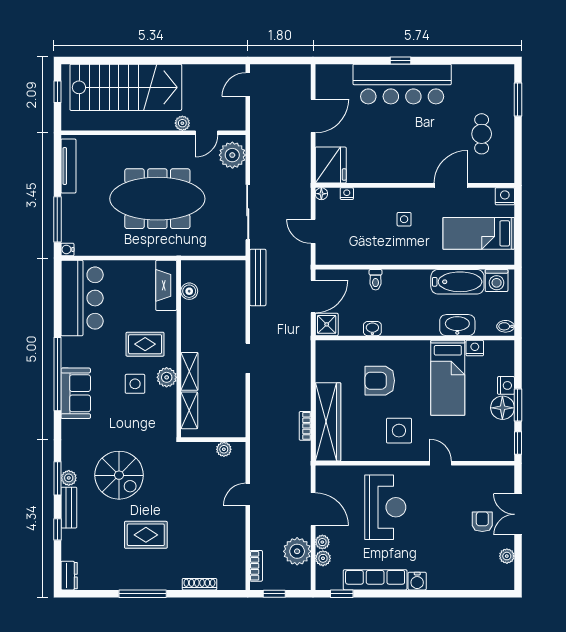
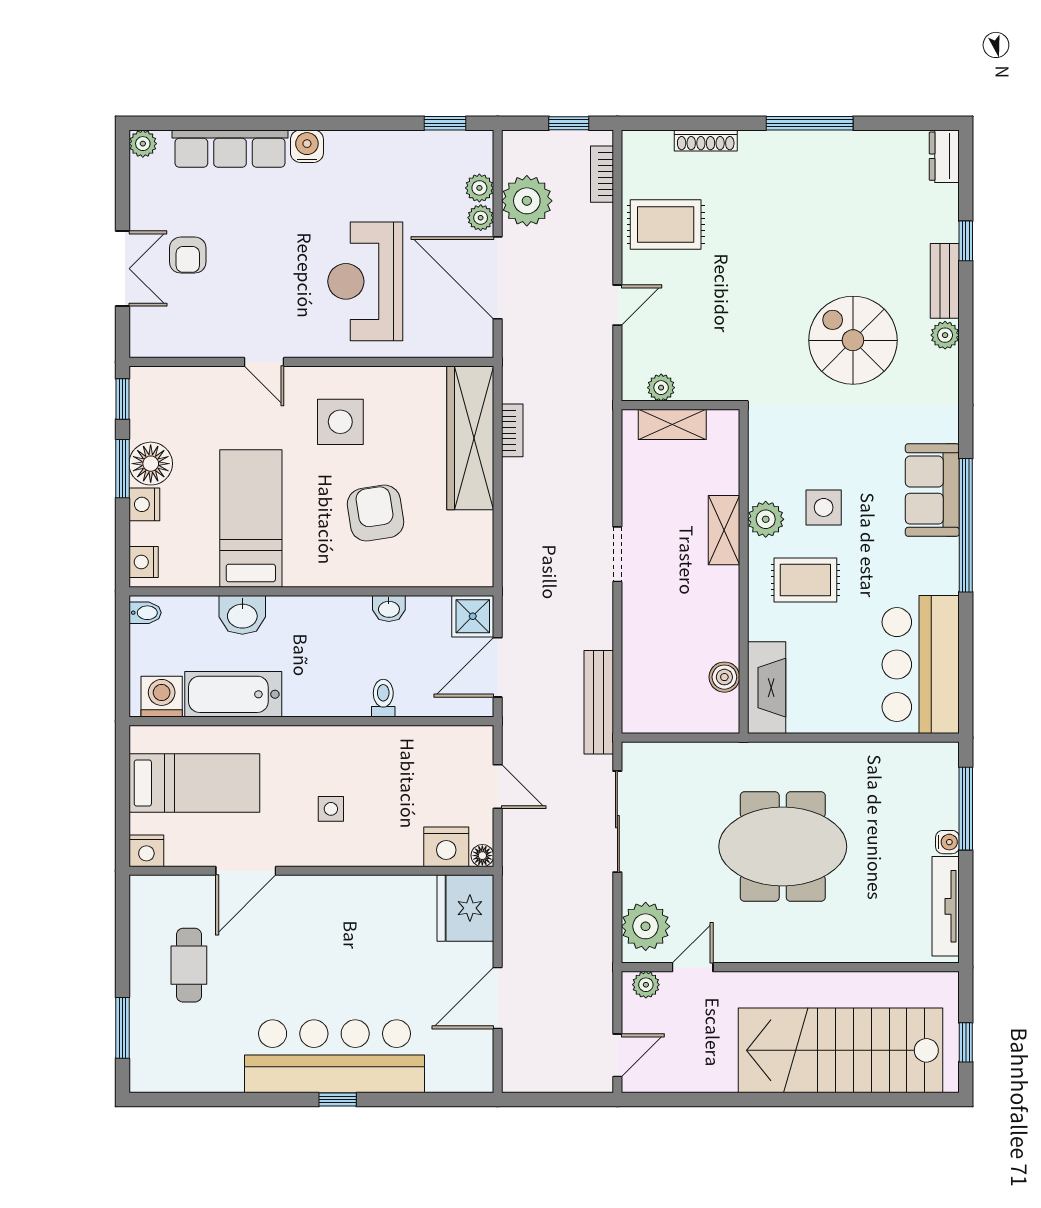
plant: (182, 123) -> (646, 985), moved
nightstand: (347, 194) -> (446, 847), width x1.89, depth x1.79
meeting table: (157, 199) -> (783, 847), width x0.73
water cooler: (67, 249) -> (947, 842), moved
washbasin: (457, 325) -> (242, 615), width x0.72
nightstand: (475, 348) -> (144, 562), moved, turned 90
armchair: (380, 381) -> (375, 513), turned -99
shelving: (189, 410) -> (672, 424), moved, turned 90
window: (57, 478) -> (966, 334), removed
door: (313, 509) -> (498, 278), width x1.36
rug: (146, 535) -> (666, 224), moved
plant: (507, 556) -> (143, 144), moved
row of seats: (375, 580) -> (230, 149), moved

